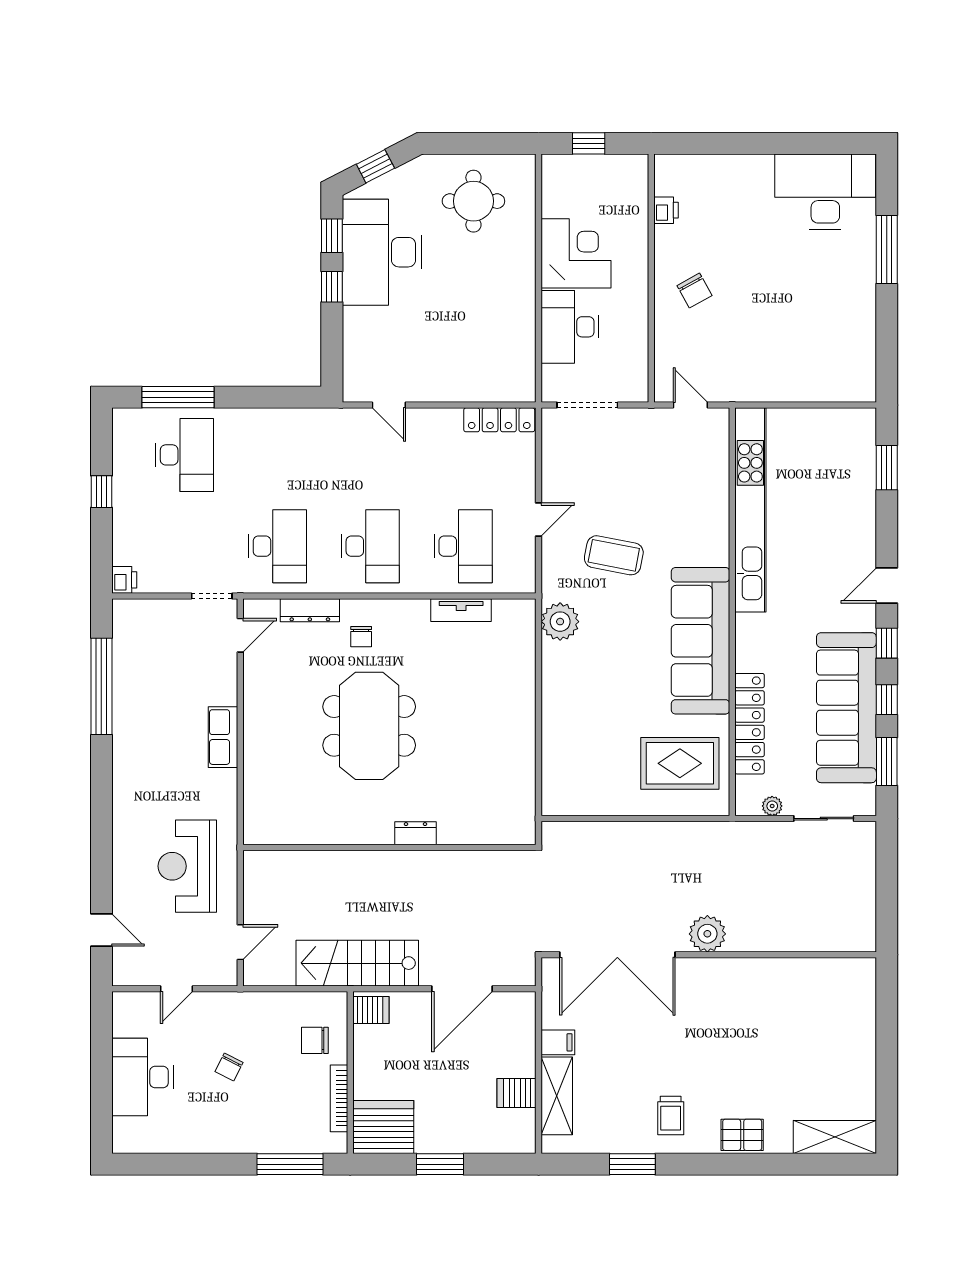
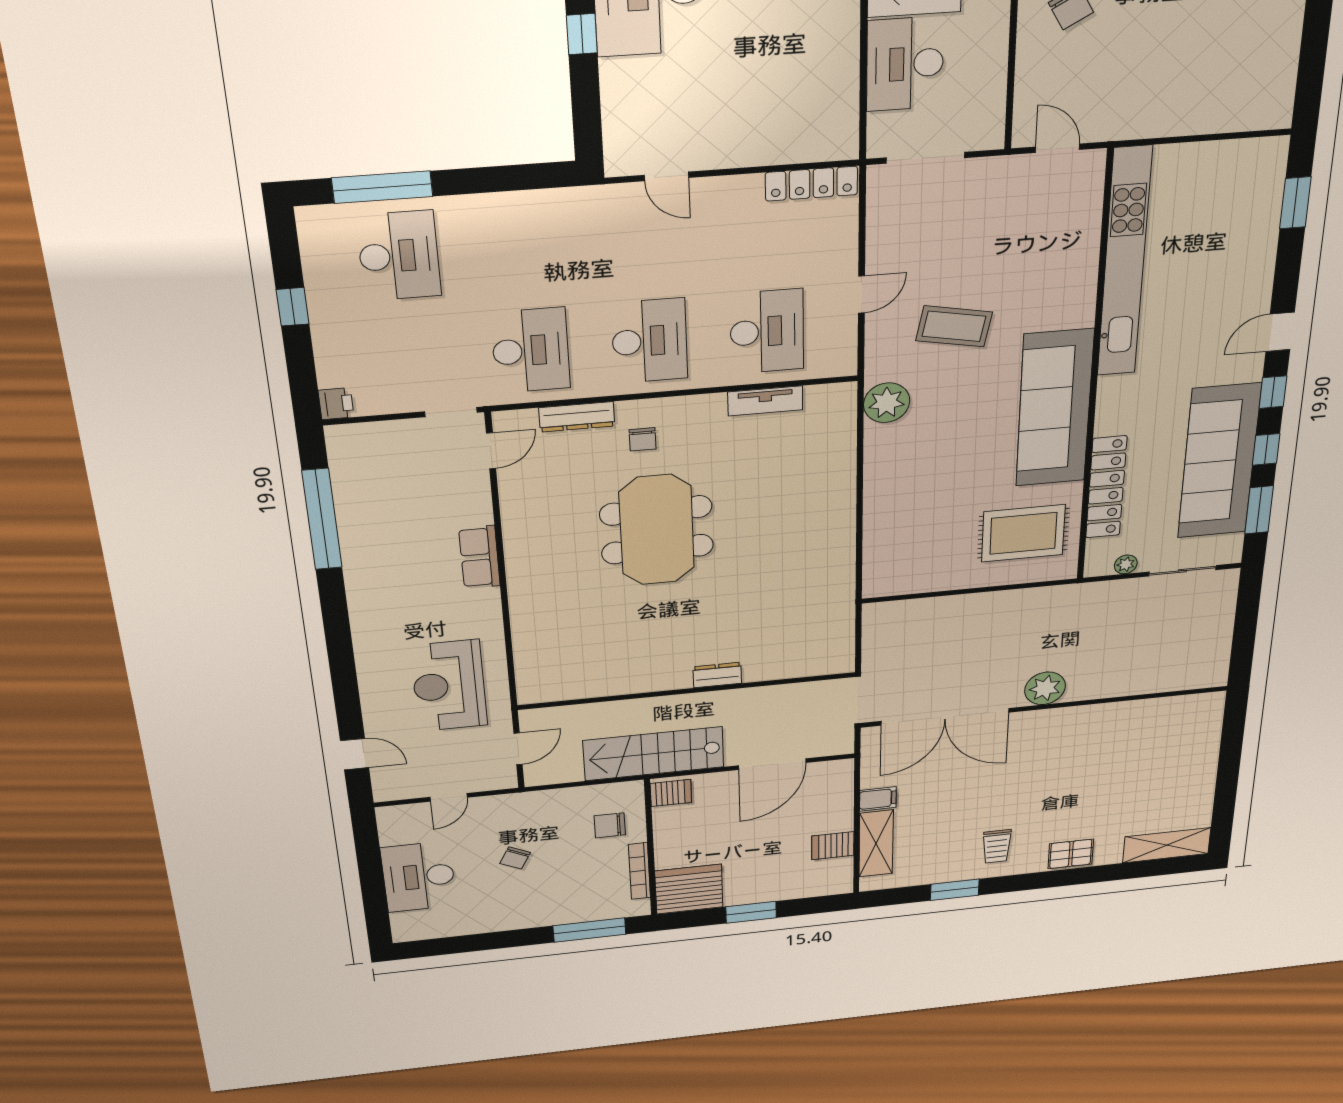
dresser: (415, 833) -> (717, 675), moved
wall: (389, 847) -> (688, 691), moved

